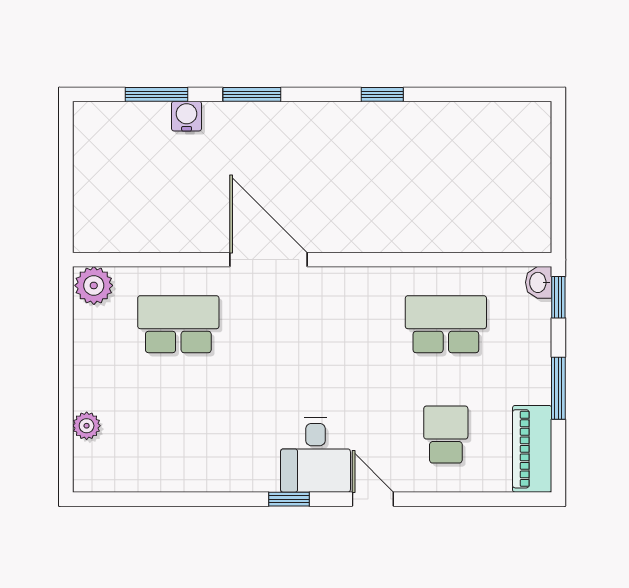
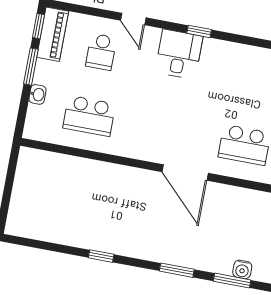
water cooler: (187, 116) -> (242, 269), moved
washbasin: (539, 282) -> (38, 94), moved
window: (558, 297) -> (38, 26), moved
door: (373, 499) -> (133, 19), moved

